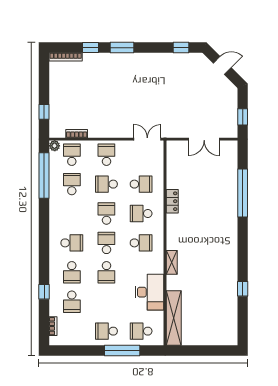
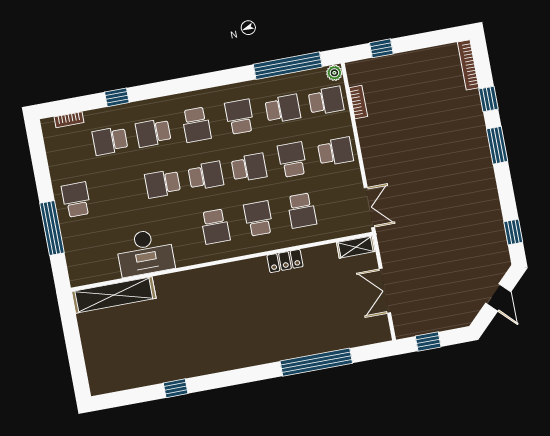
shelving: (172, 262) -> (356, 247), moved
school desk: (141, 331) -> (240, 117), moved

